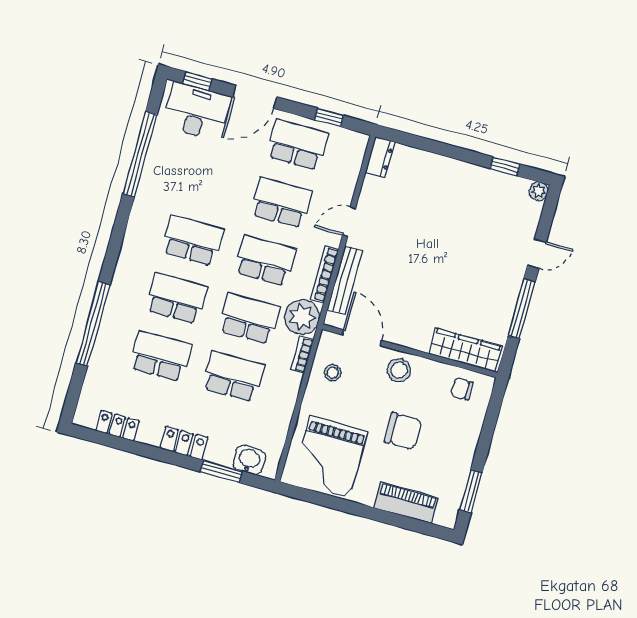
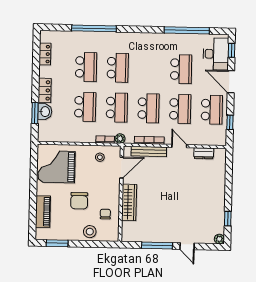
dresser: (380, 157) -> (204, 153), moved
school desk: (193, 240) -> (181, 69), moved
plant: (302, 317) -> (120, 139), width x0.53, depth x0.53
wardrobe: (465, 350) -> (129, 202), moved
stool: (399, 370) -> (90, 232), moved
chair: (462, 389) -> (105, 214), moved
washbasin: (249, 460) -> (45, 112), moved

